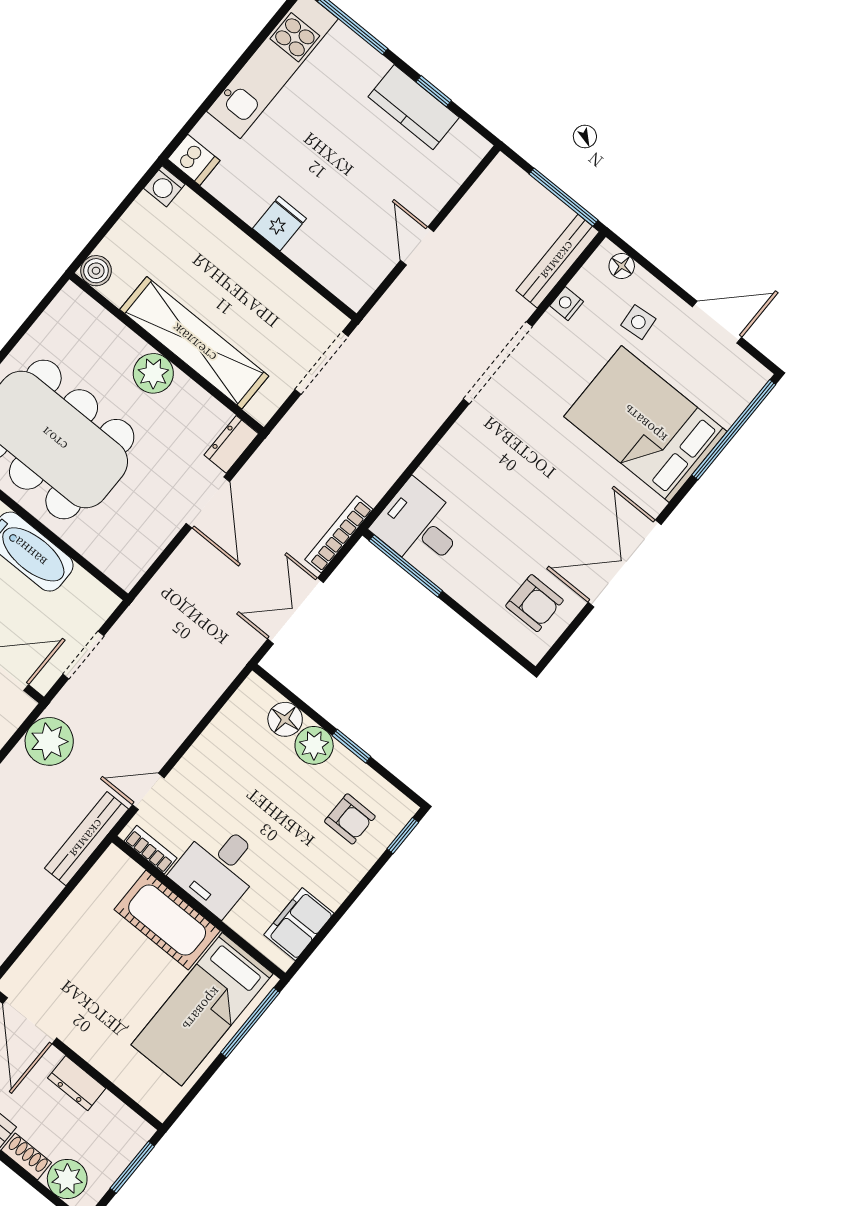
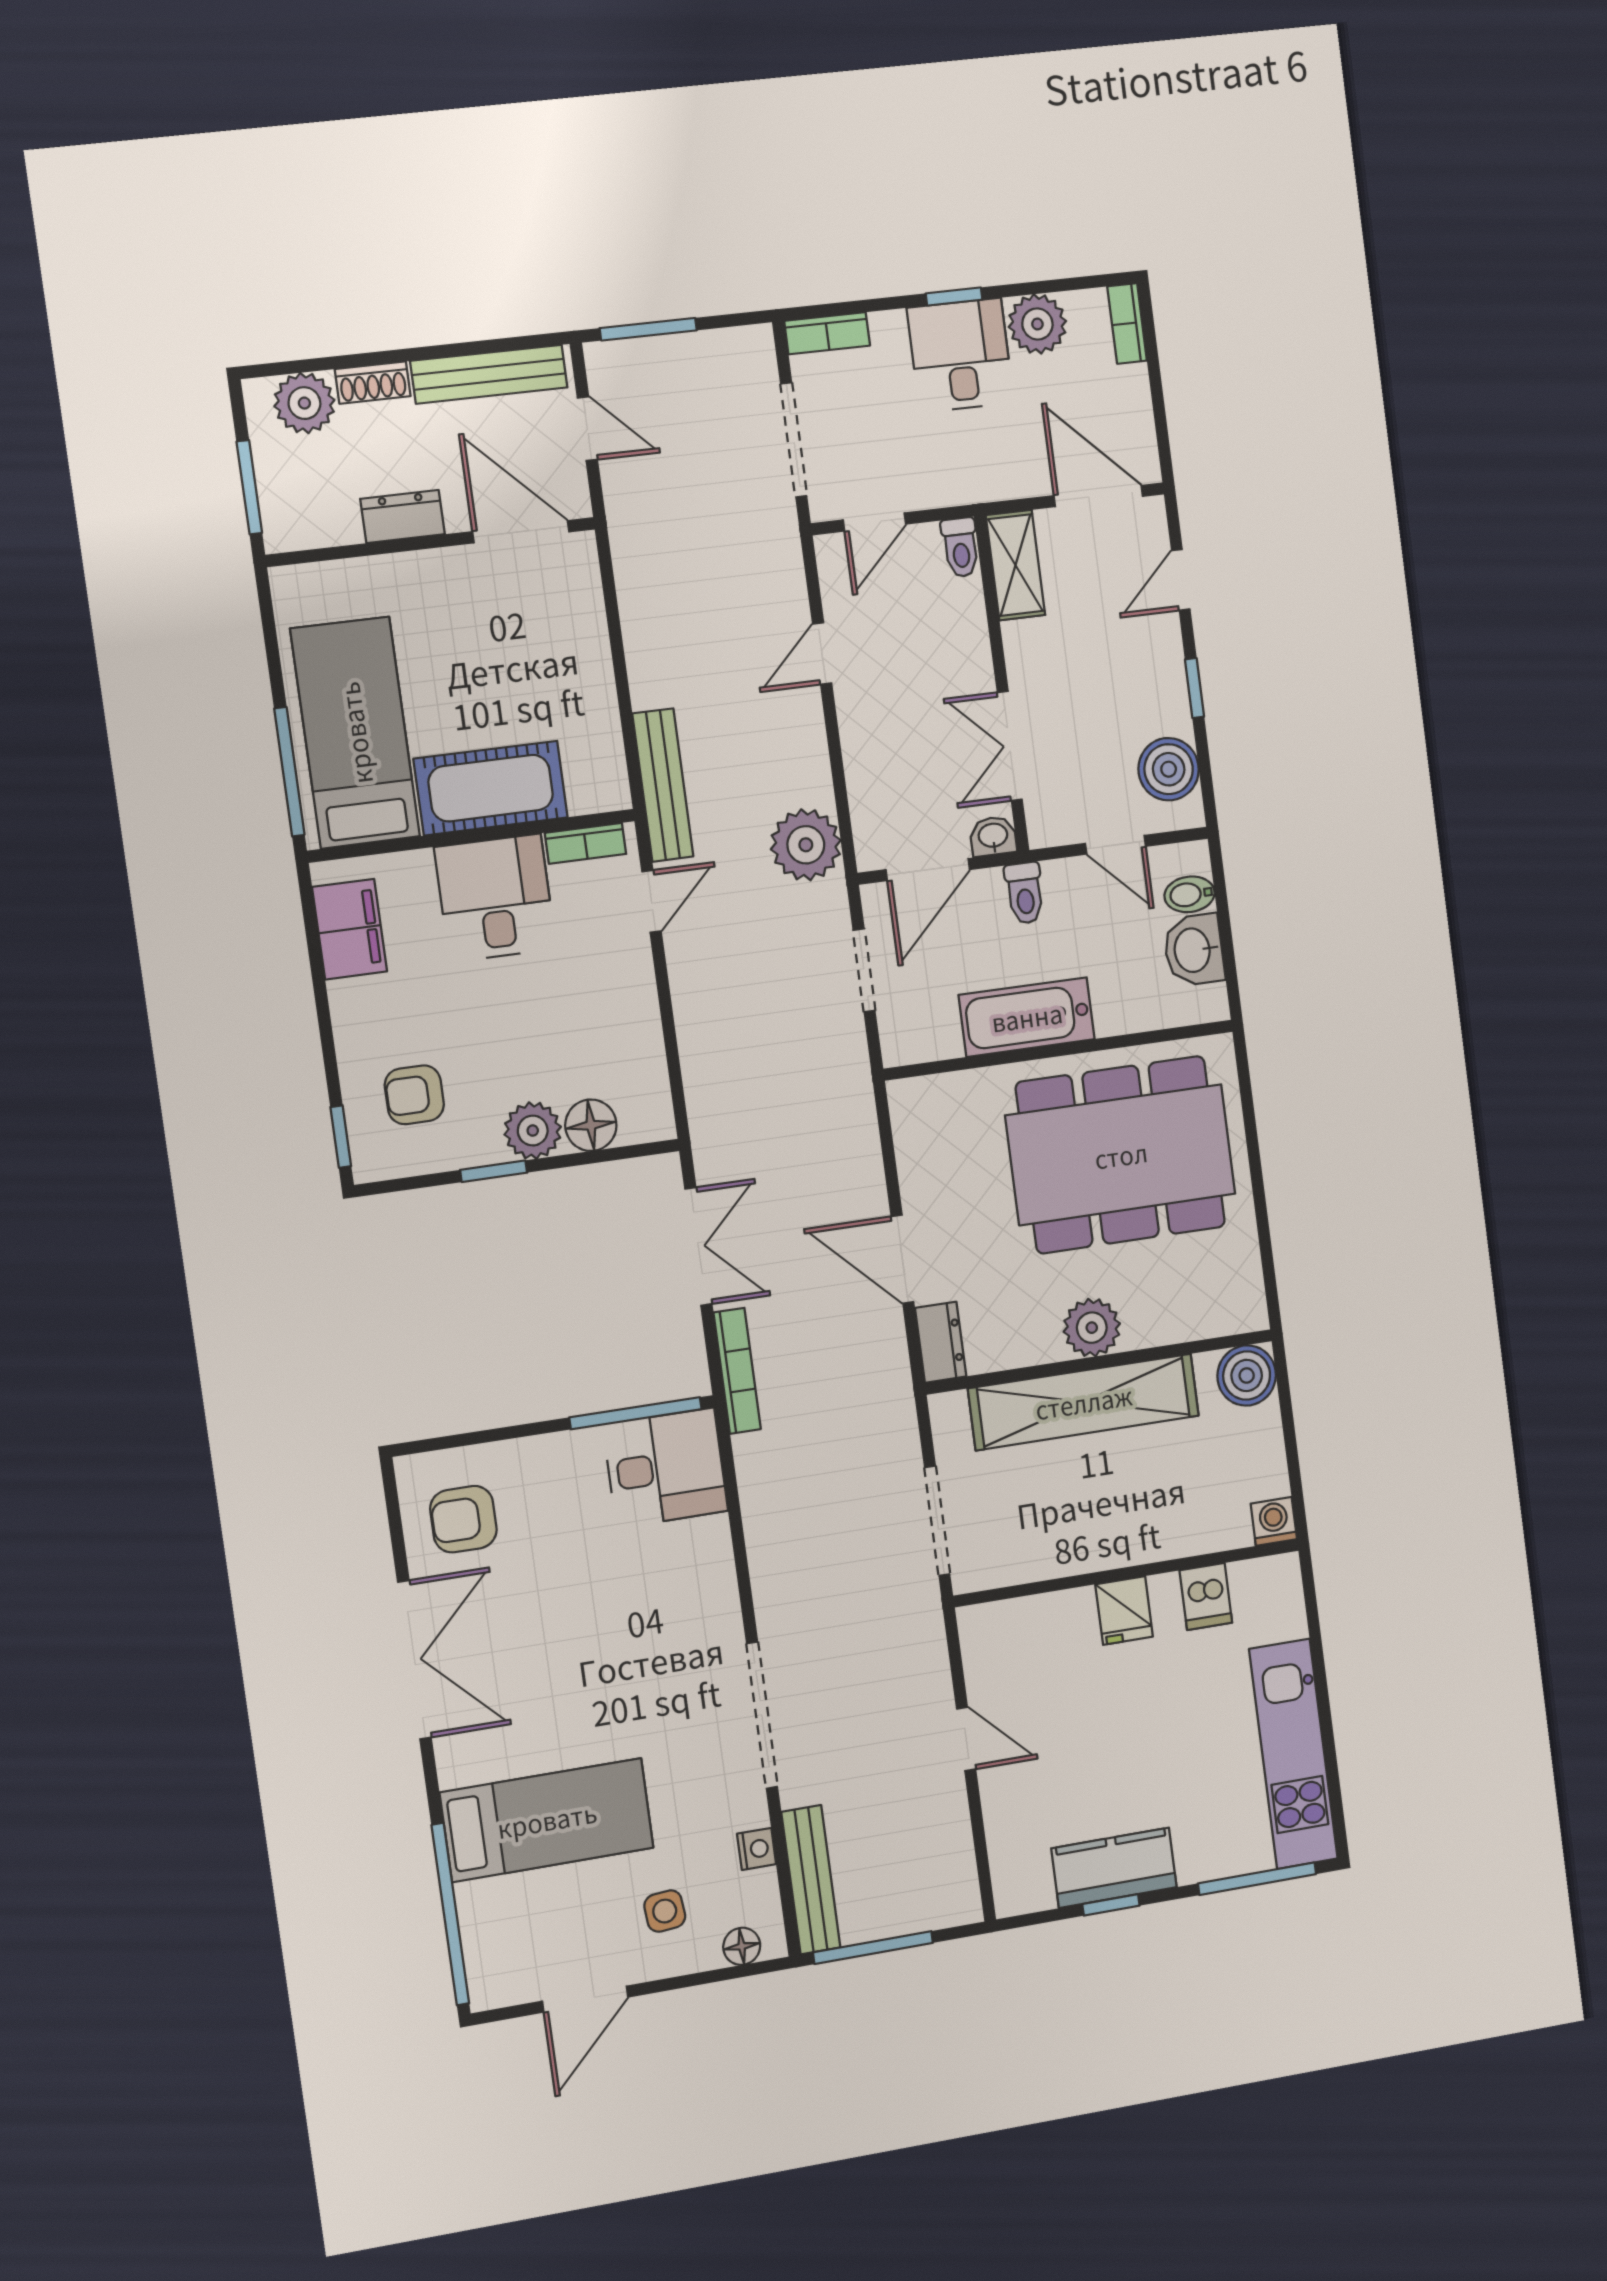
dishwasher: (194, 160) -> (1206, 1597), moved, turned -90
boiler: (96, 271) -> (1247, 1375), width x1.36, depth x1.36
bed: (645, 424) -> (547, 1820), width x0.67

